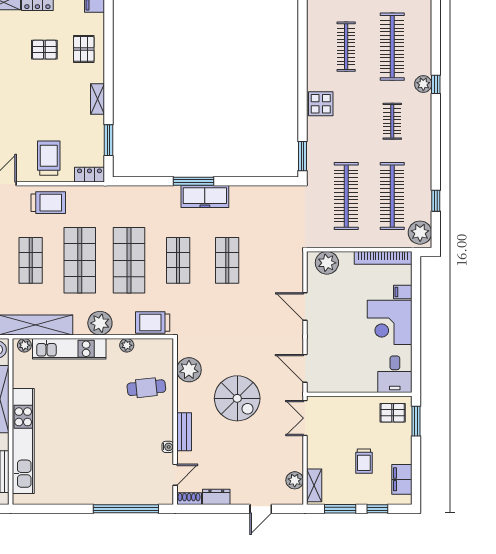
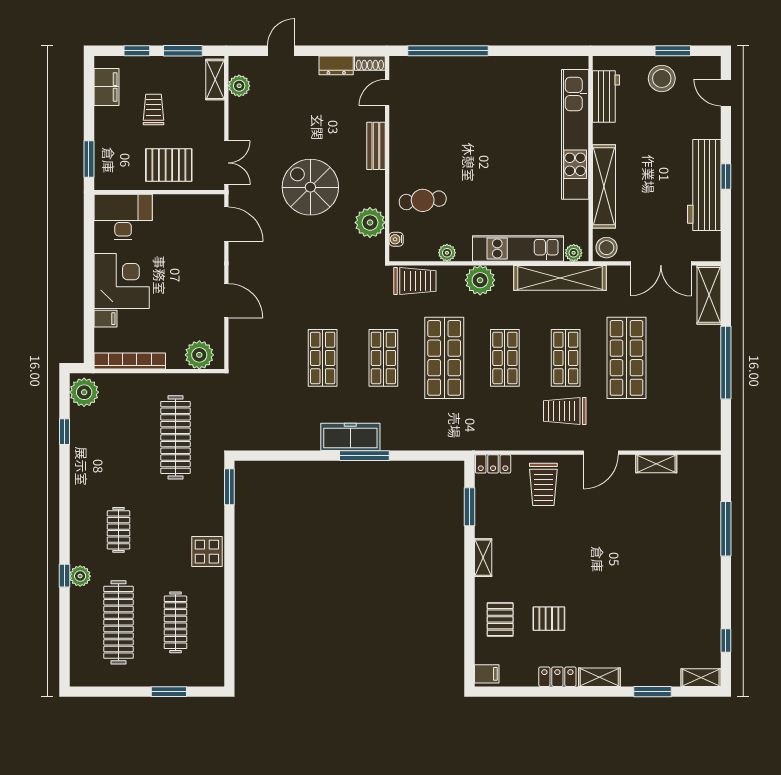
clothes rail: (392, 196) -> (119, 437), removed
trolley: (48, 203) -> (565, 411), moved
shop shelf: (80, 260) -> (505, 358), width x0.70, depth x0.74
desk: (395, 374) -> (123, 217), width x1.37
pallet: (393, 413) -> (169, 165), moved, width x1.50, depth x1.42
water cooler: (168, 447) -> (396, 239), moved

